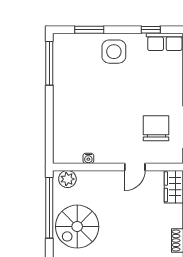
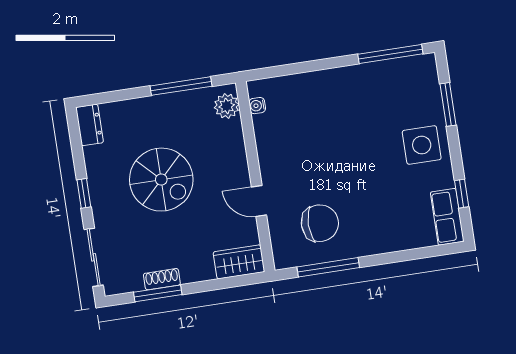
water cooler: (88, 158) -> (257, 106), moved
window: (49, 208) -> (181, 86), width x0.68
spiral stairs: (77, 227) -> (161, 180), moved, turned 180

